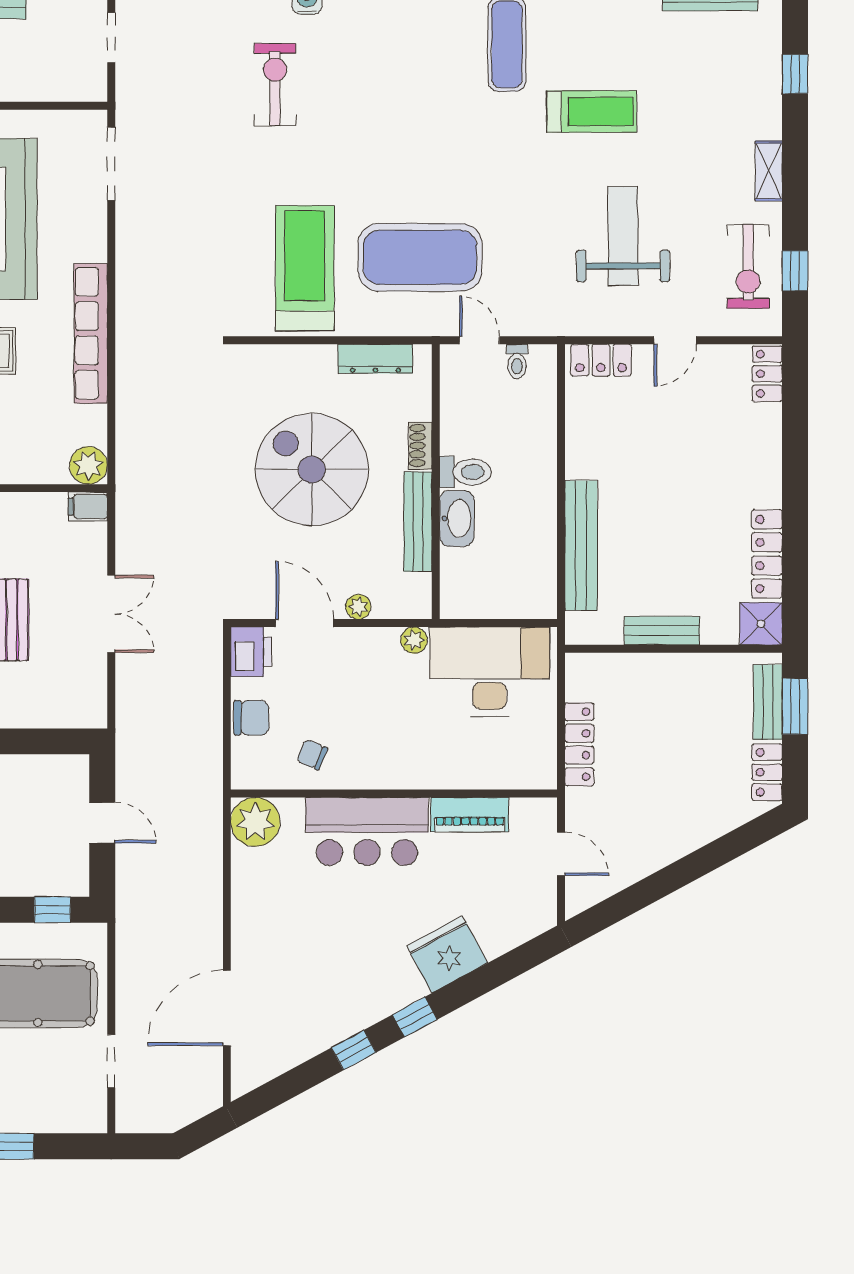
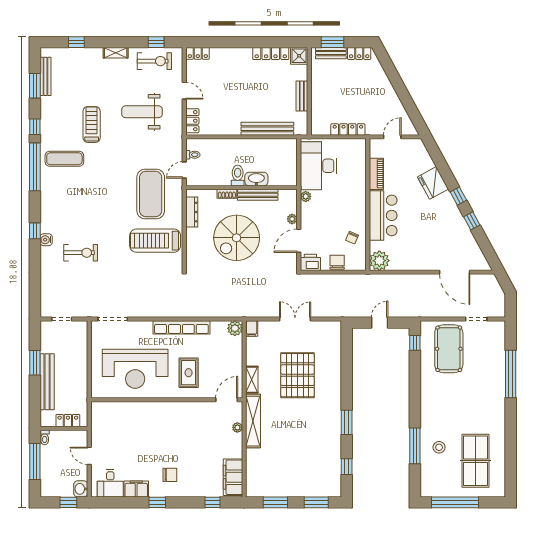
exercise bike: (275, 85) -> (81, 253), turned 180

